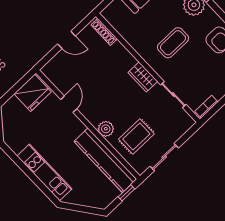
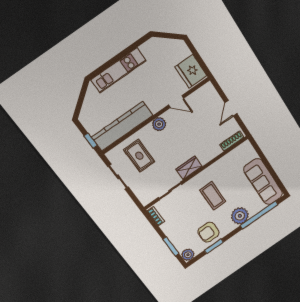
plant: (106, 129) -> (159, 124), moved

